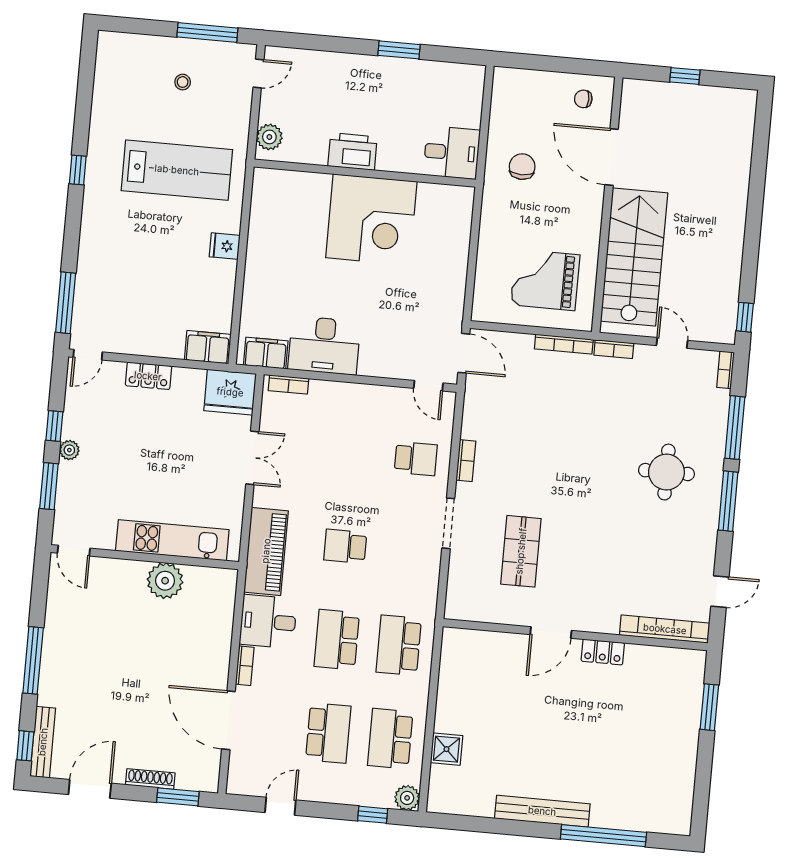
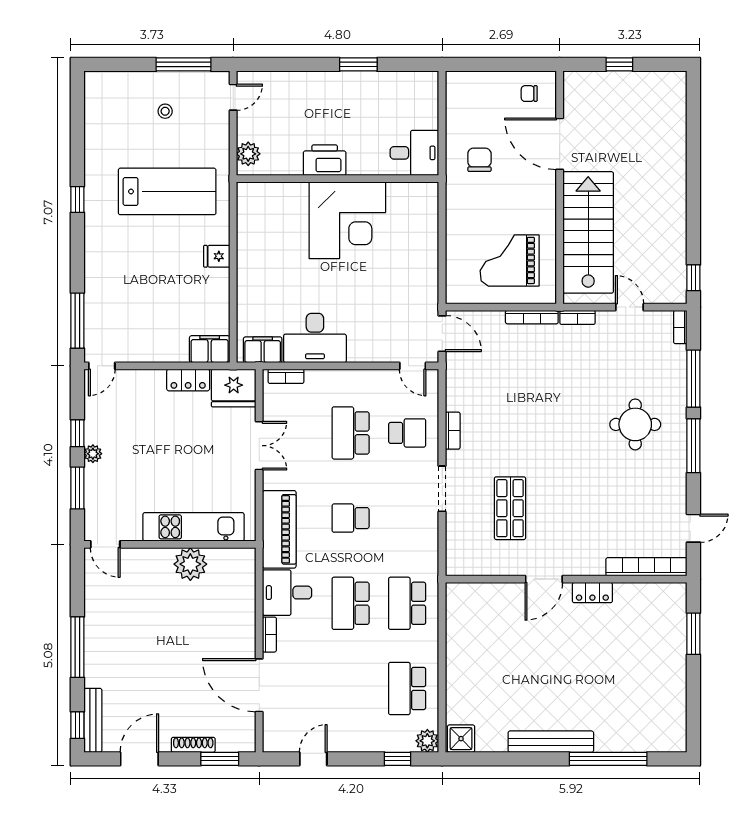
locker: (148, 376) -> (188, 380), moved
school desk: (328, 733) -> (351, 433), moved, turned 180
shower: (446, 749) -> (461, 739), moved

